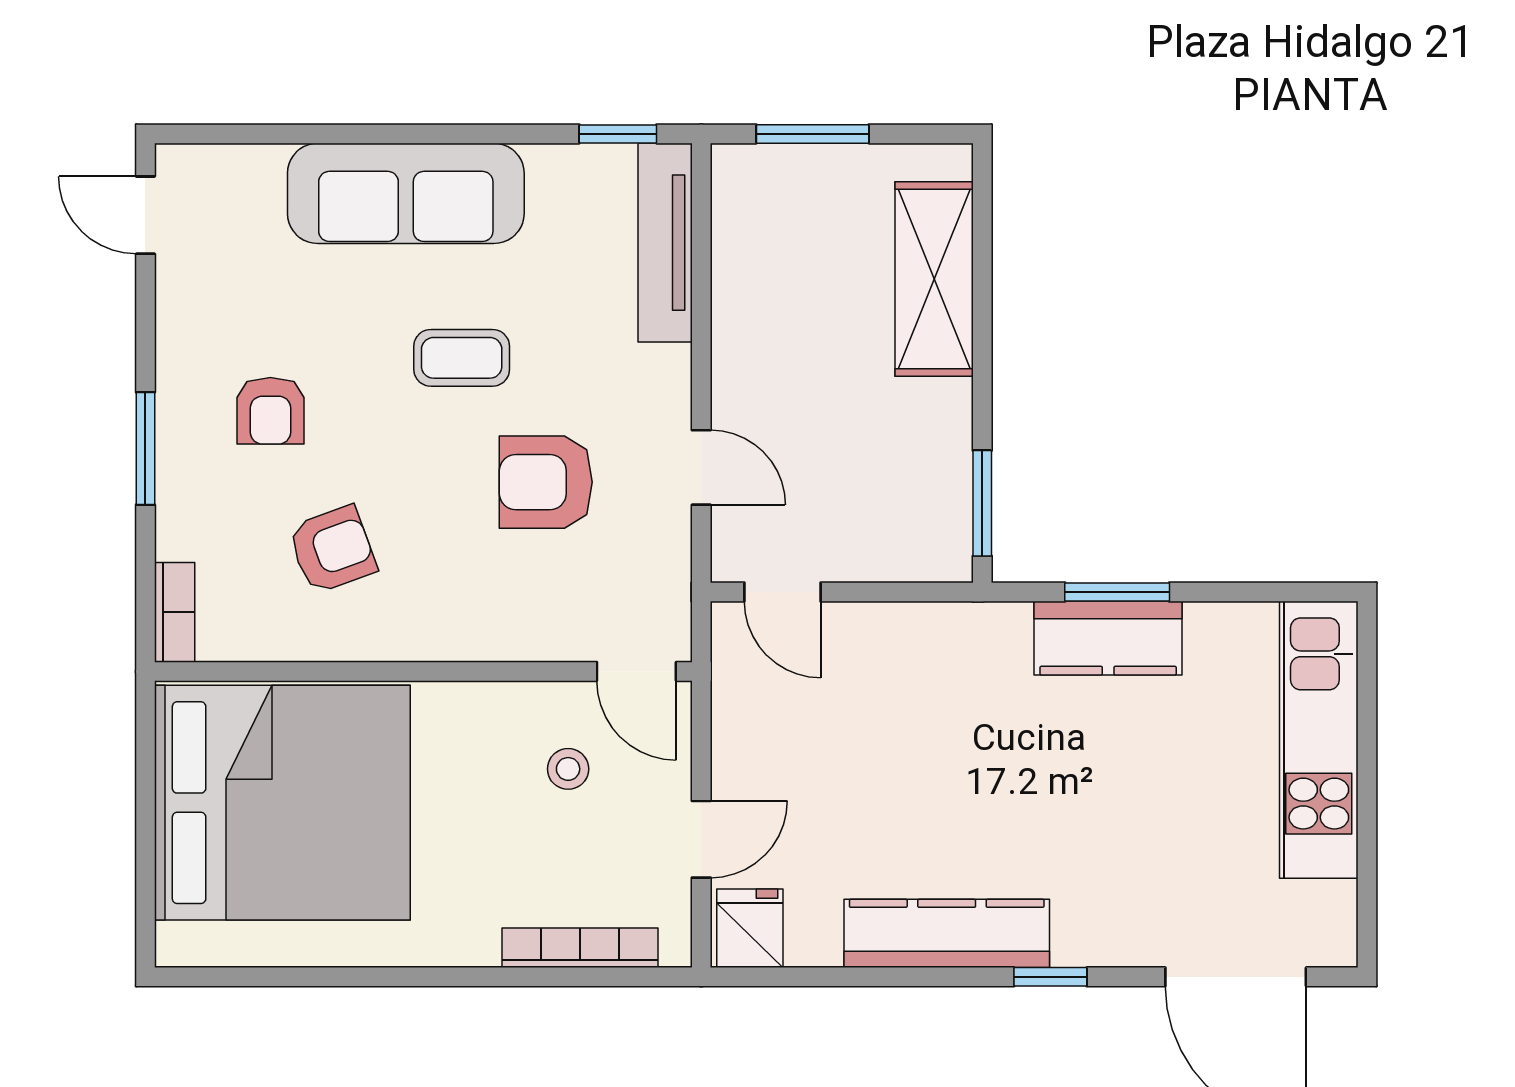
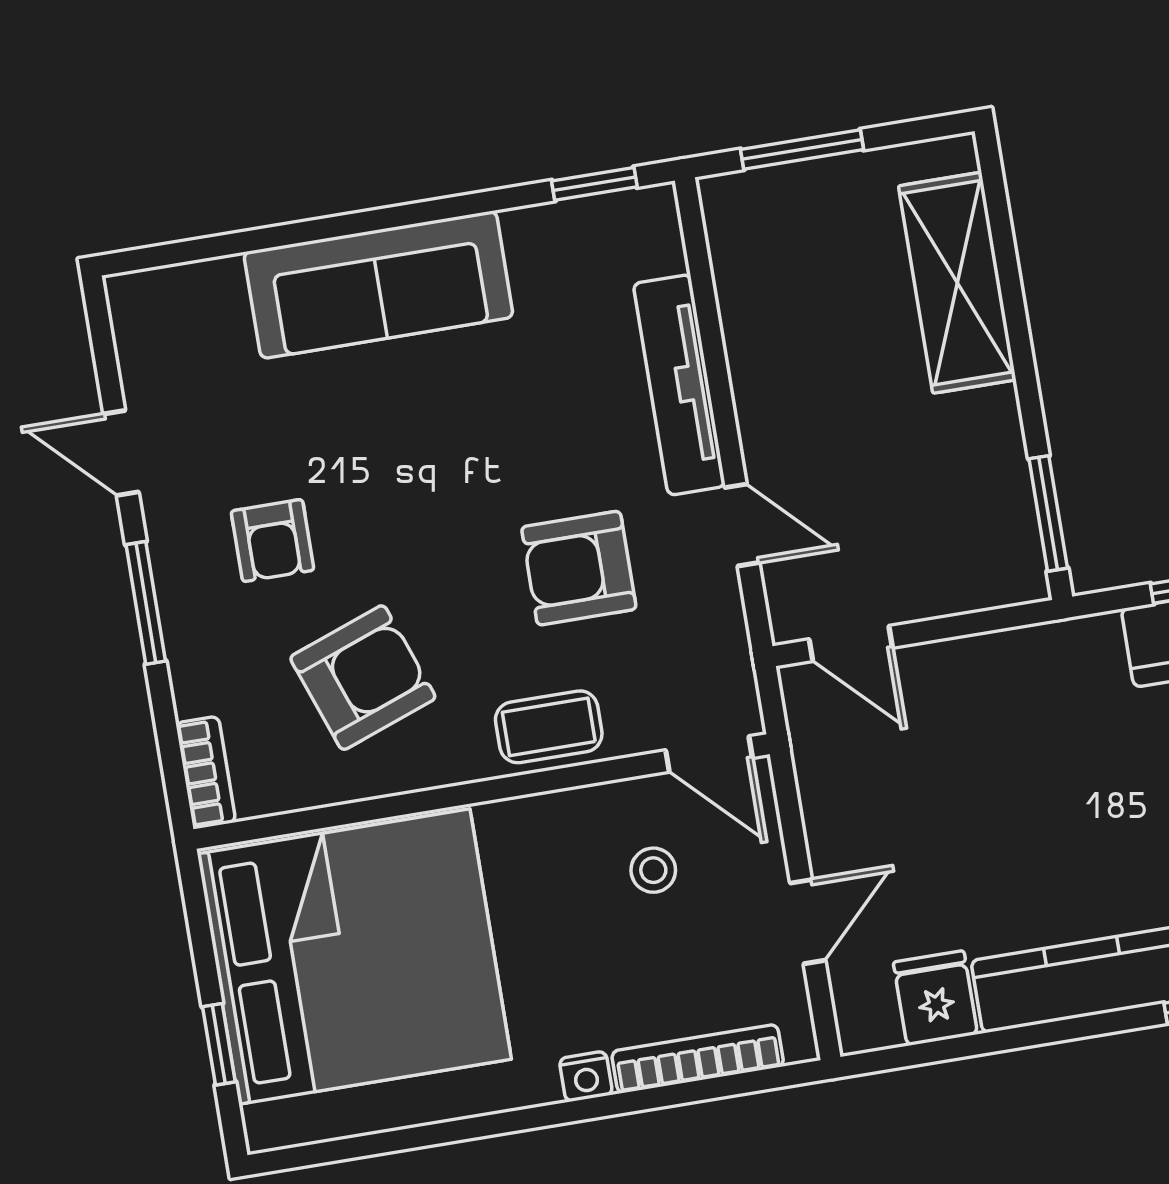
door: (145, 215) -> (121, 453), moved
tv unit: (665, 243) -> (679, 385), moved
coffee table: (462, 358) -> (549, 727), moved
armchair: (332, 549) -> (363, 678), width x1.38, depth x1.38
window: (145, 862) -> (219, 1044), added
fridge: (750, 928) -> (935, 998), moved
nightstand: (475, 947) -> (586, 1076), added

